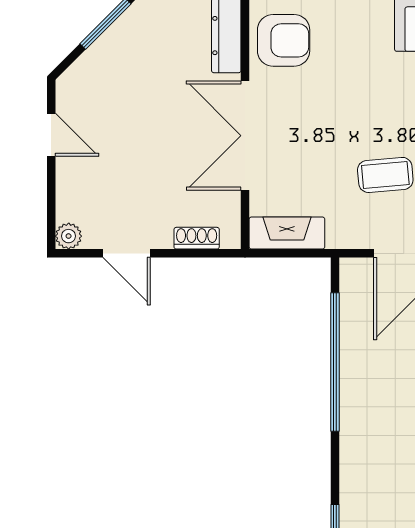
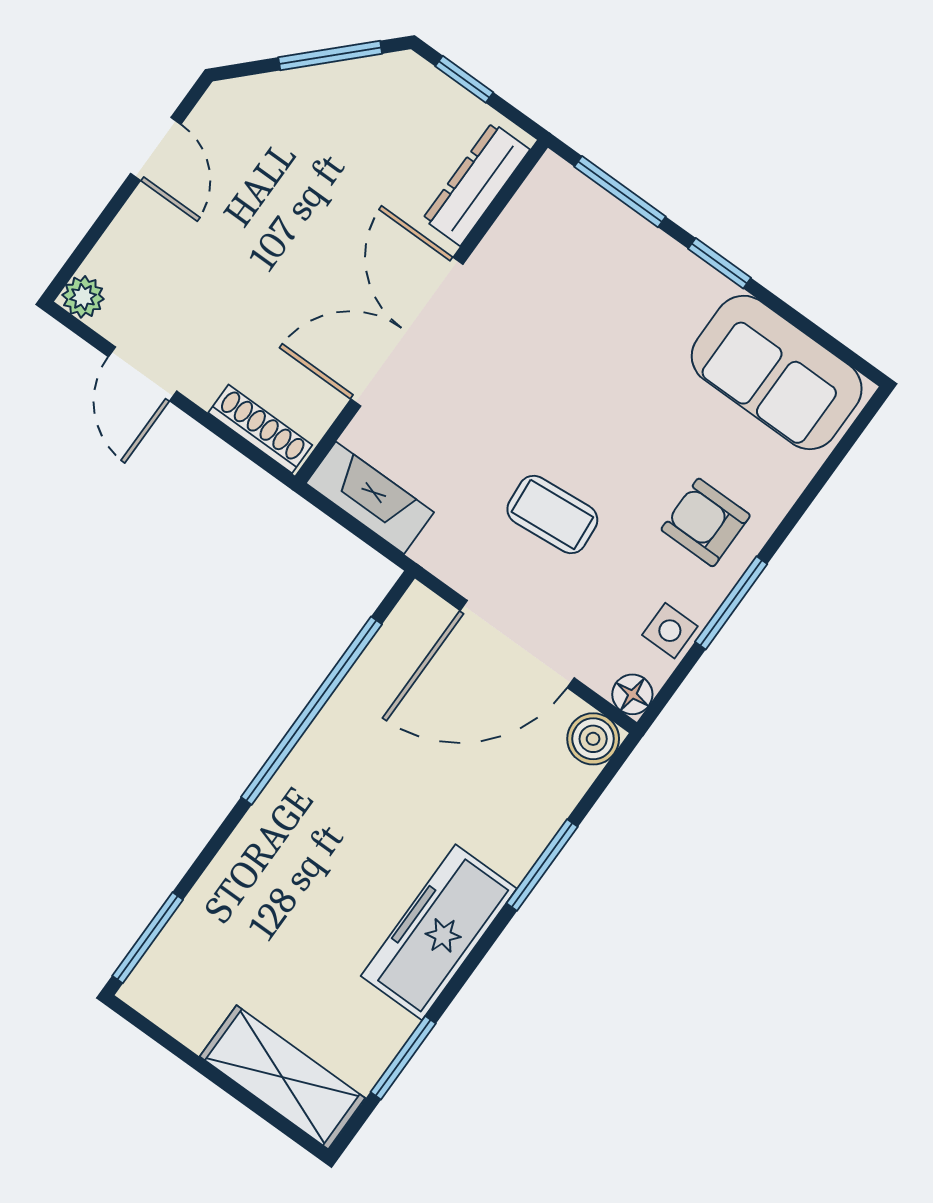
armchair: (284, 40) -> (546, 244), removed
shoe rack: (197, 238) -> (260, 429), width x1.43

